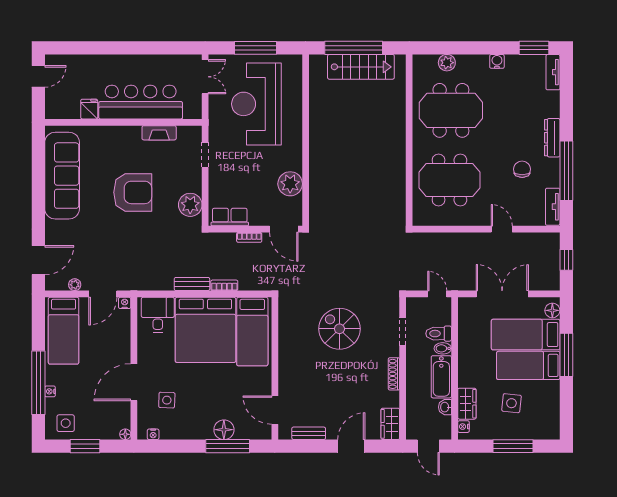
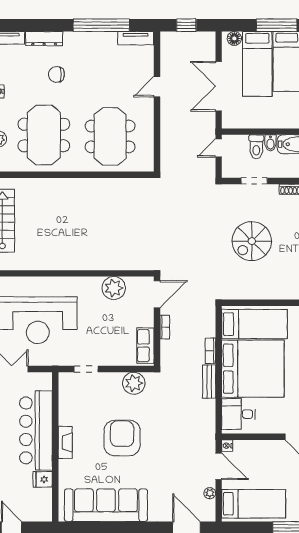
fireplace: (159, 133) -> (65, 442), moved
dresser: (552, 138) -> (44, 39), moved
chair: (522, 169) -> (56, 74), moved

